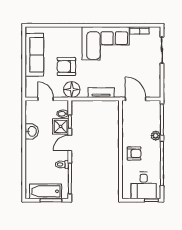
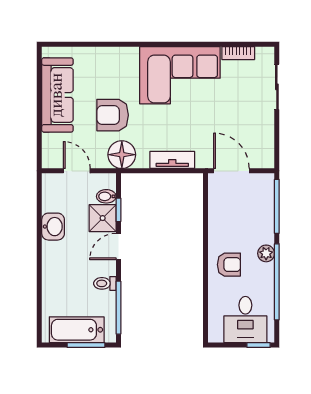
plant: (156, 136) -> (266, 253), moved

